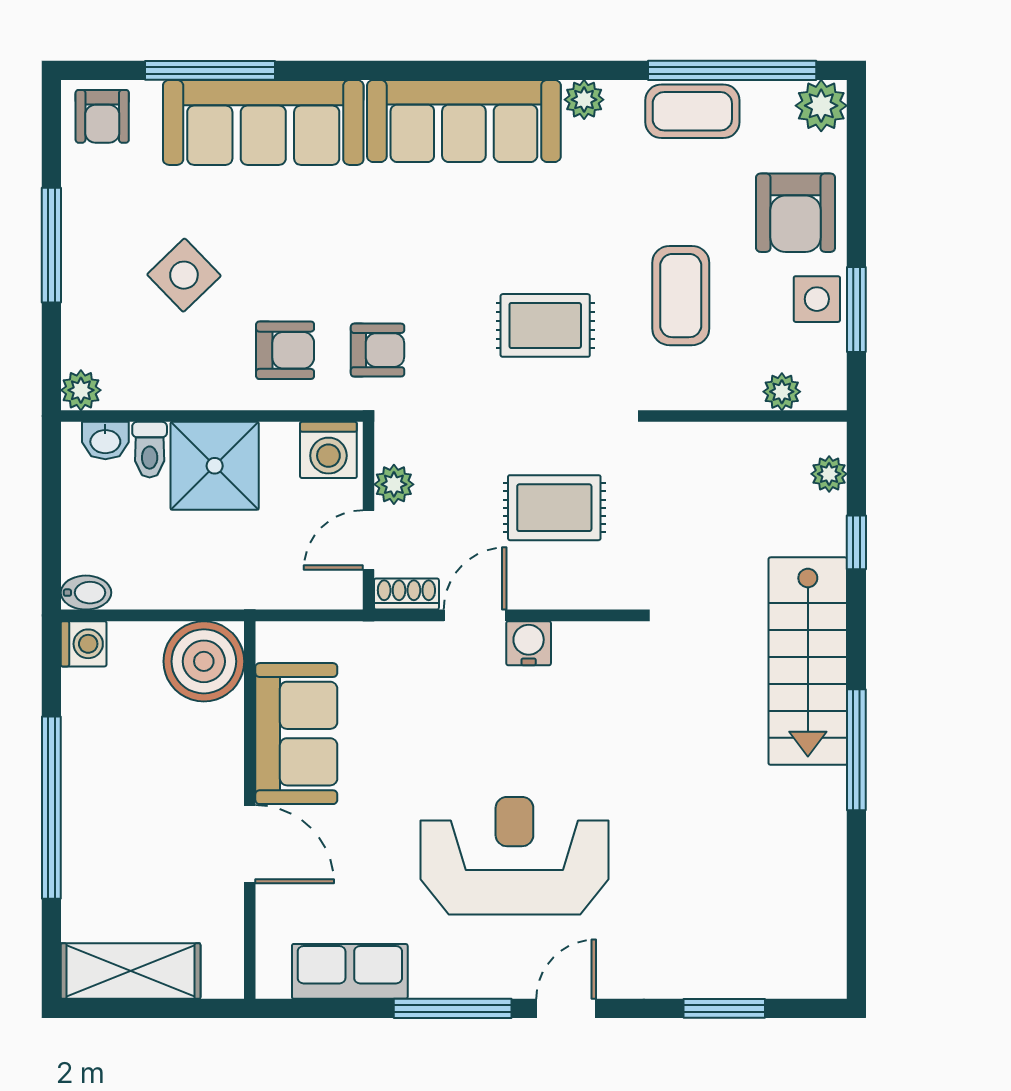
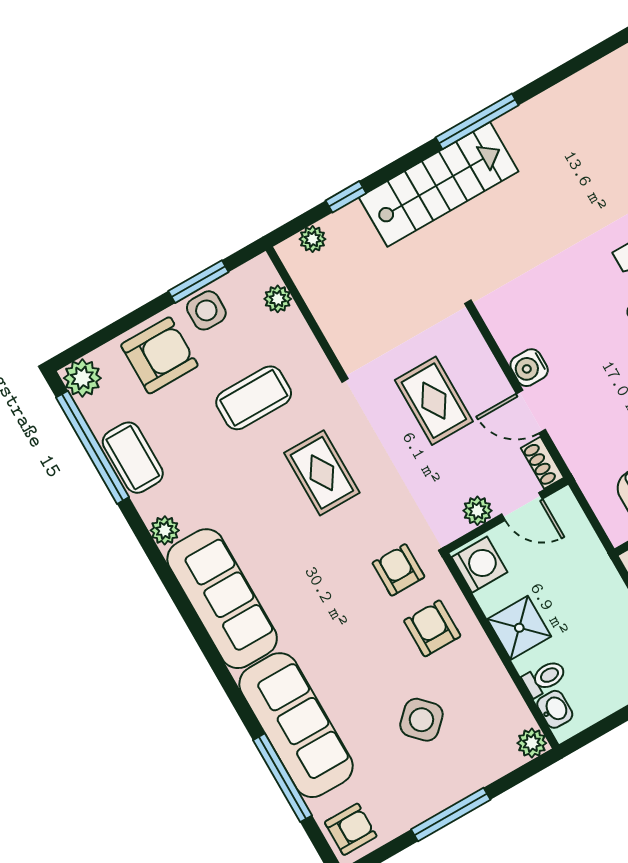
shower: (215, 466) -> (519, 628), width x0.73, depth x0.73

